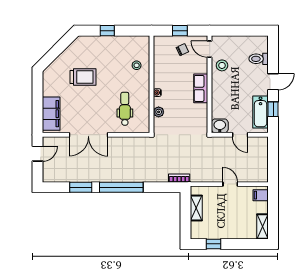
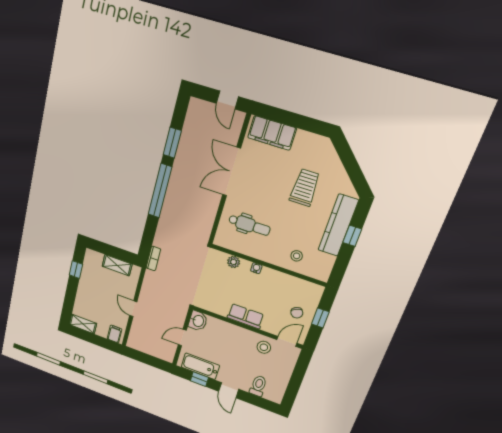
kitchen counter: (103, 43) -> (338, 225), added
trolley: (83, 77) -> (305, 188), turned 180
door: (230, 184) -> (133, 309), swing flipped

